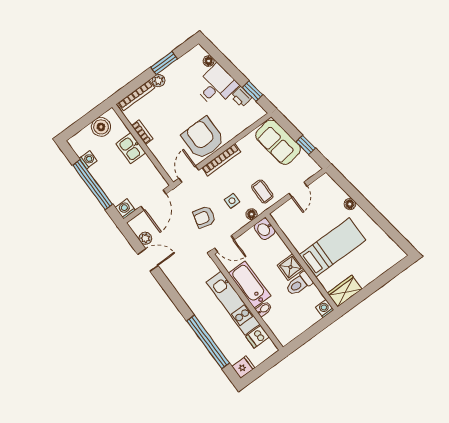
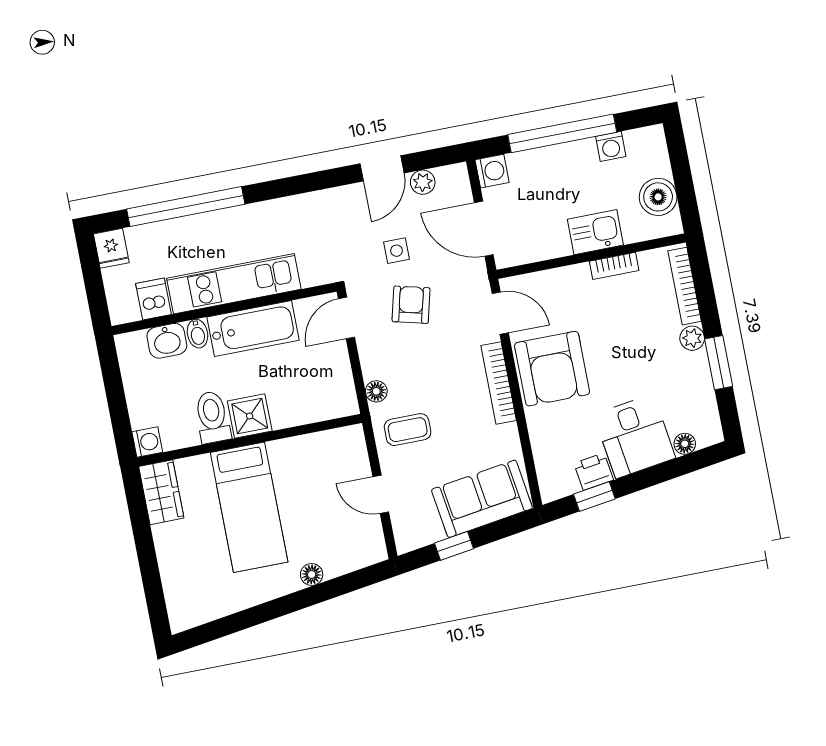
armchair: (203, 138) -> (552, 369), turned 90
side table: (232, 201) -> (397, 251), moved
washbasin: (265, 229) -> (167, 341), moved, turned 180

